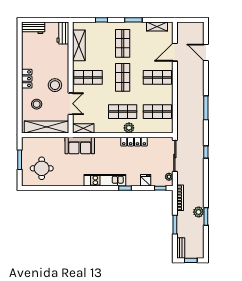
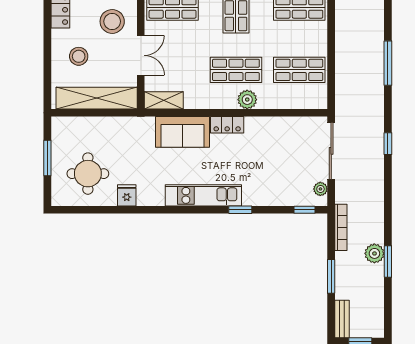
locker: (134, 142) -> (227, 125), moved, width x0.66
sofa: (80, 146) -> (182, 132), moved
fridge: (146, 180) -> (127, 195), moved

